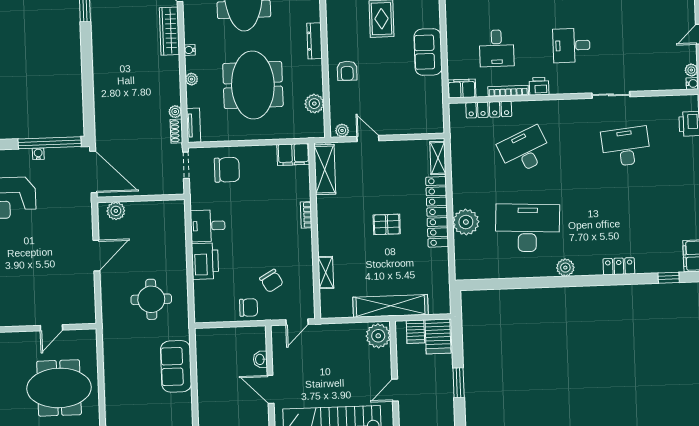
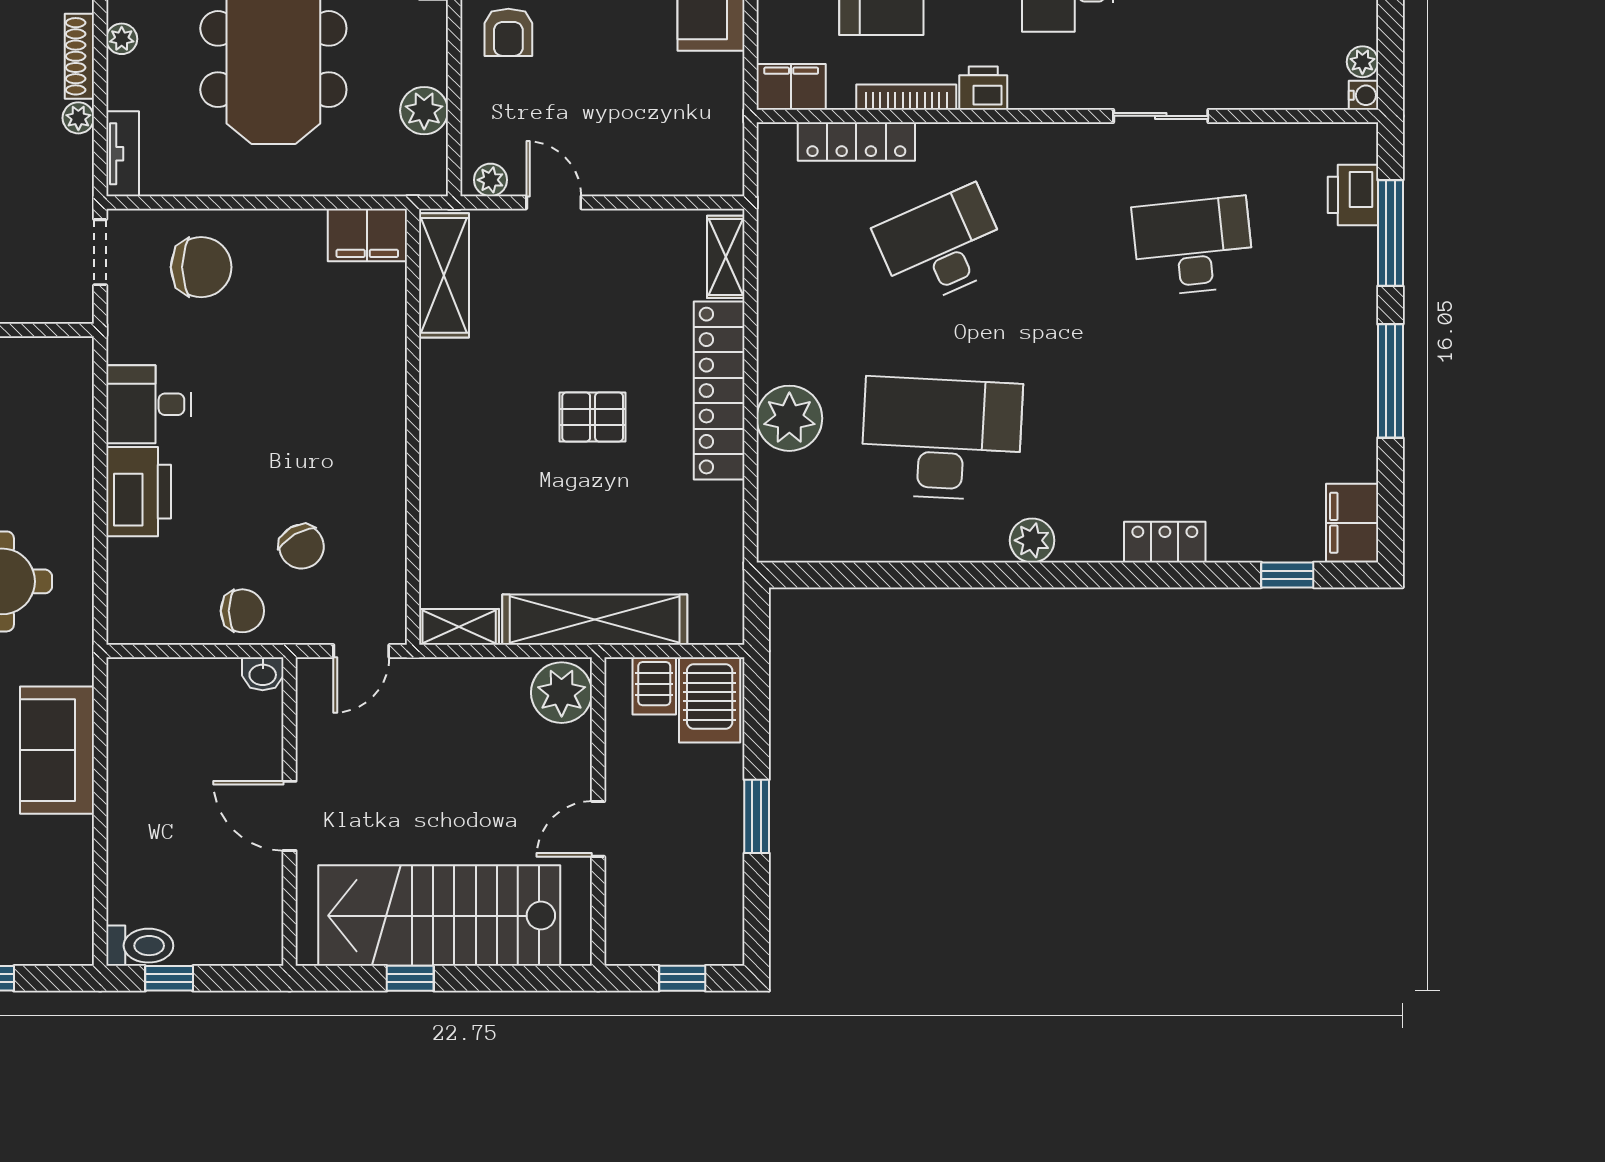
shoe rack: (176, 131) -> (79, 56), moved, width x1.43
bookcase: (306, 215) -> (394, 386), removed
shelving: (326, 273) -> (459, 627), moved, turned 90
washbasin: (260, 359) -> (263, 674), moved, turned -90

